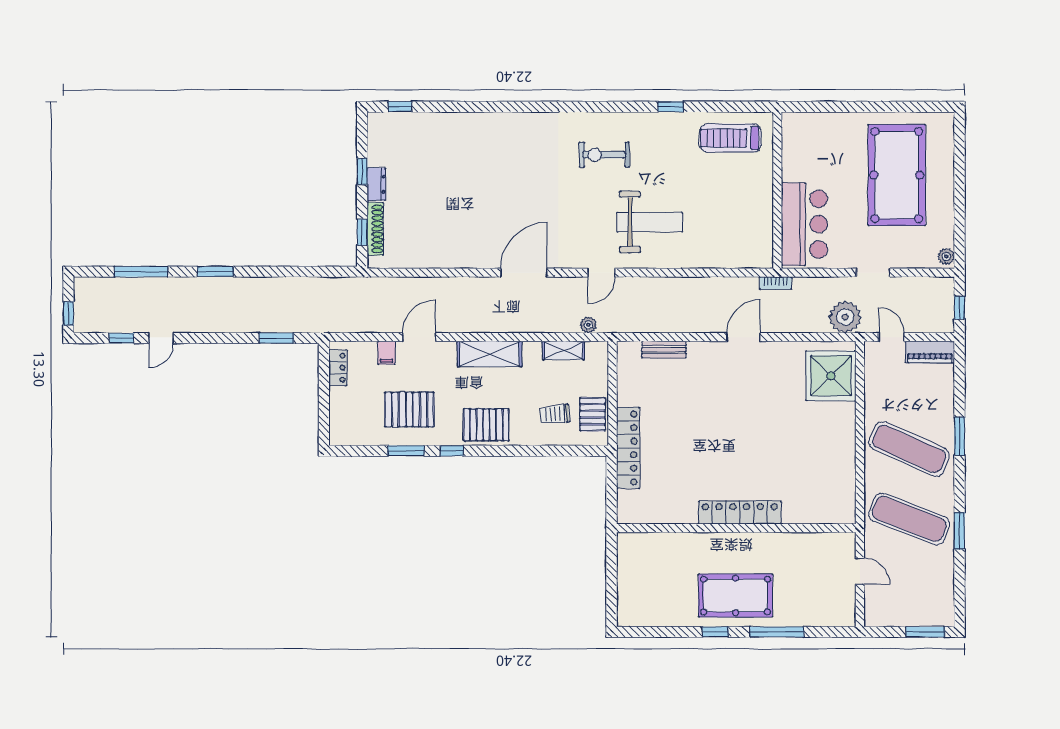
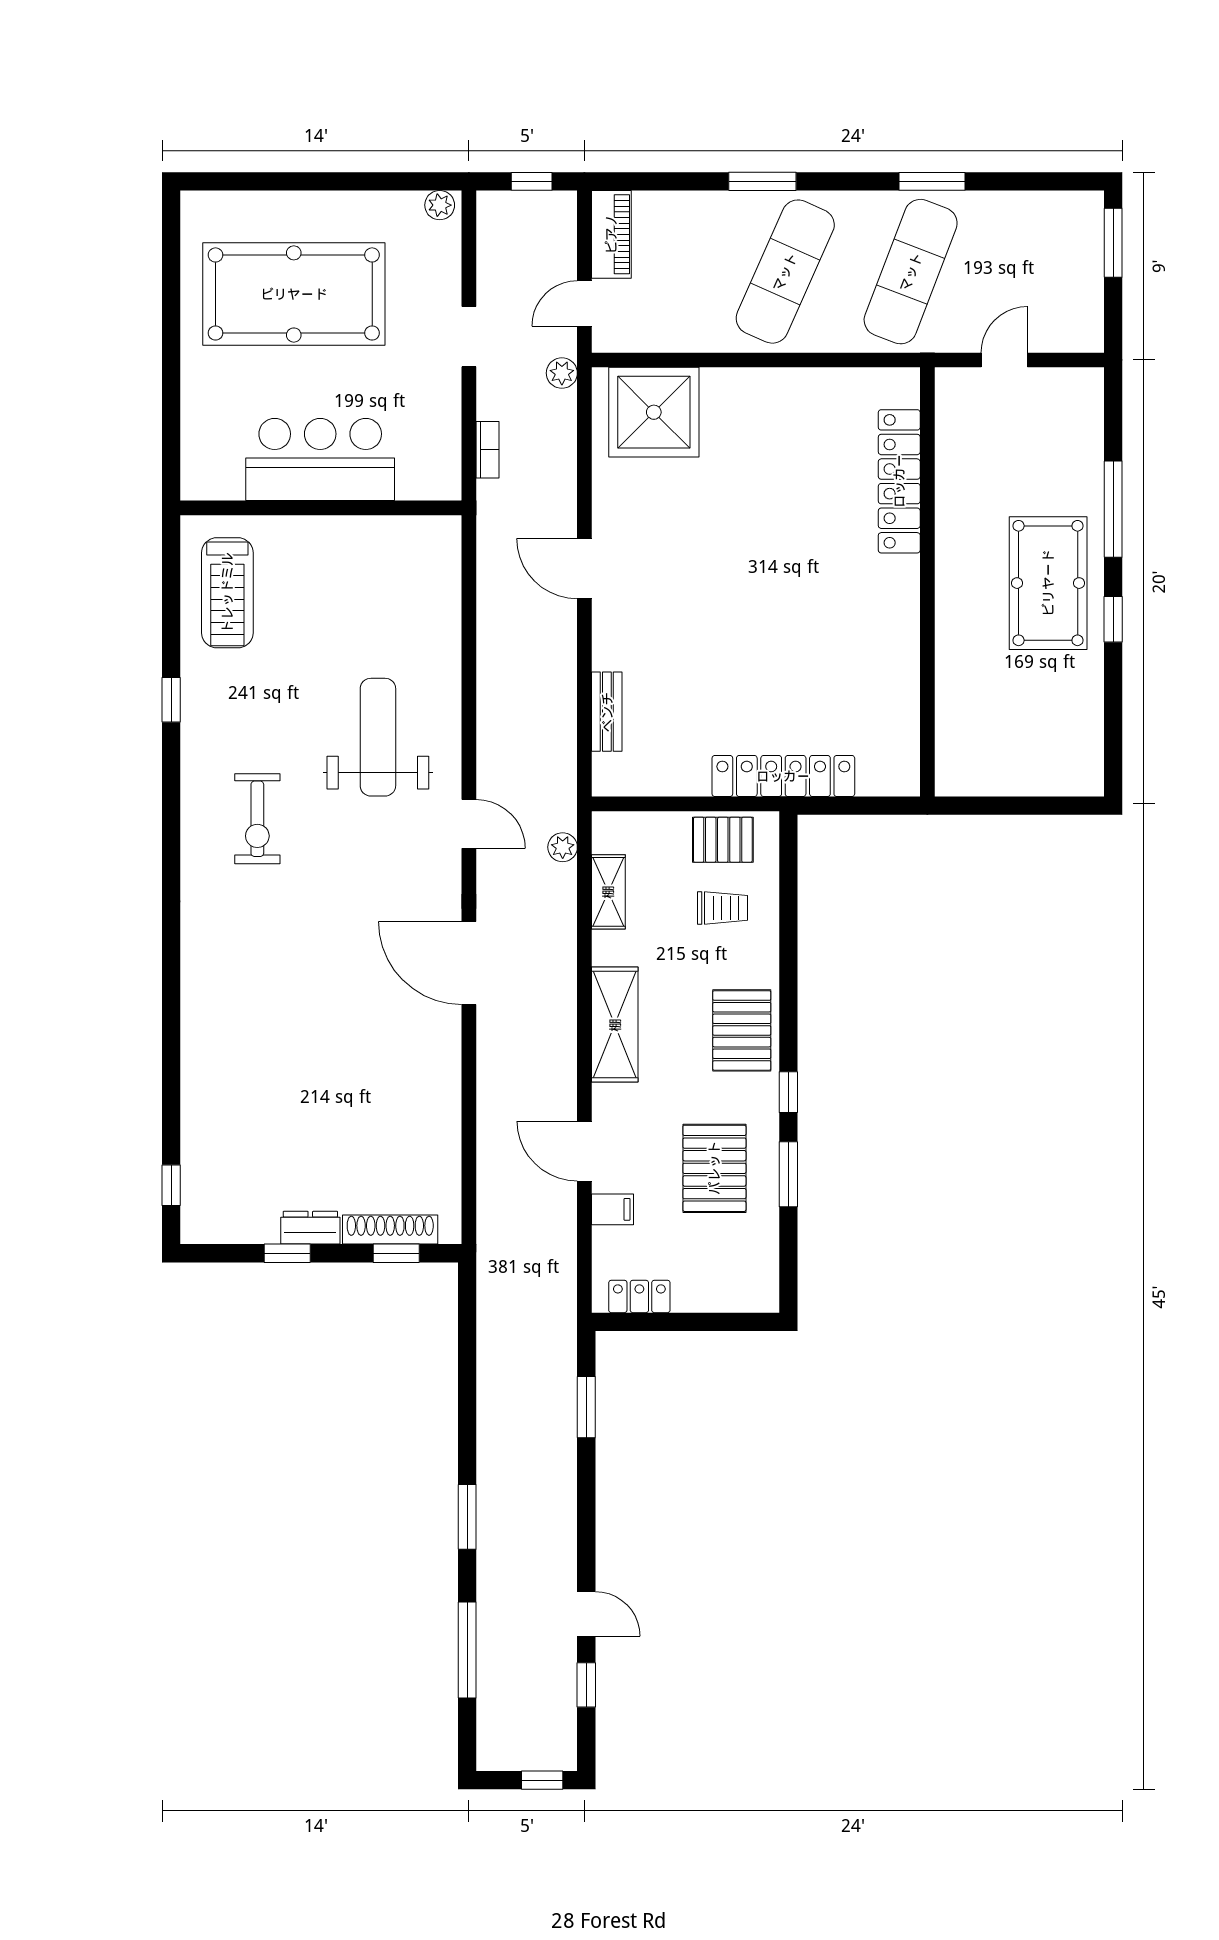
bar counter: (804, 224) -> (320, 460), moved
bookcase: (775, 283) -> (488, 450), moved
plant: (845, 317) -> (562, 373), width x0.53, depth x0.53
trolley: (554, 414) -> (723, 908), turned -86
locker: (740, 513) -> (899, 481), moved

